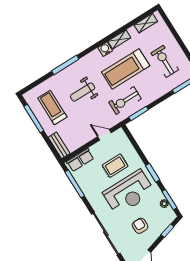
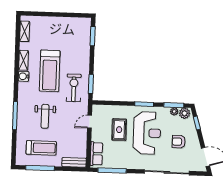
exercise bike: (165, 61) -> (64, 37), removed
exercise bike: (125, 100) -> (74, 88), turned 180
treadmill: (52, 108) -> (41, 148), turned 180
plant: (169, 214) -> (185, 113), added

